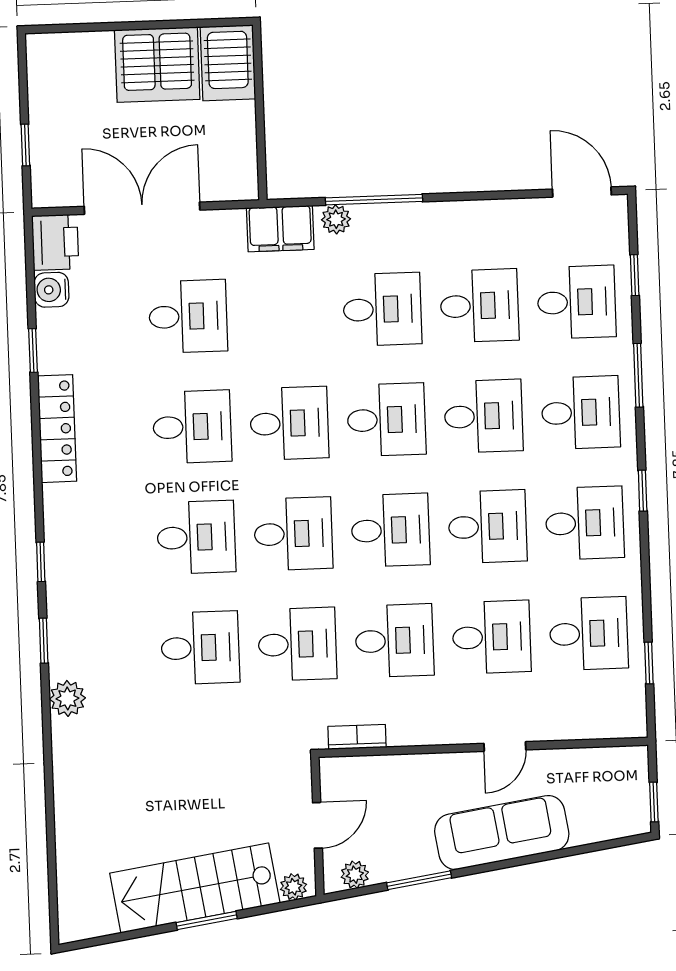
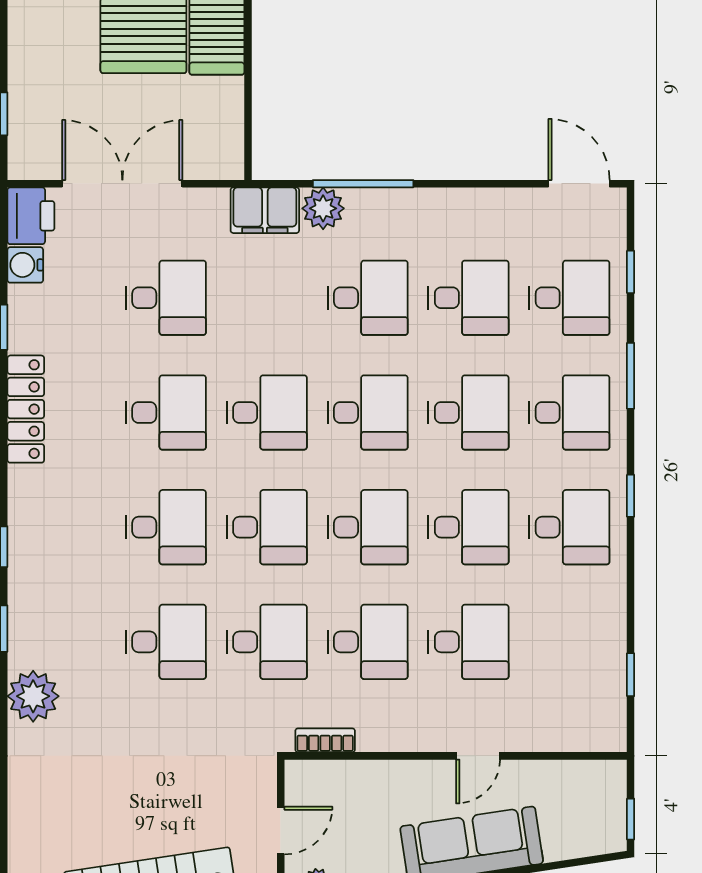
plant: (336, 219) -> (323, 208), width x1.38, depth x1.38
desk: (589, 634) -> (569, 642), removed
plant: (67, 698) -> (33, 696), width x1.36, depth x1.36

